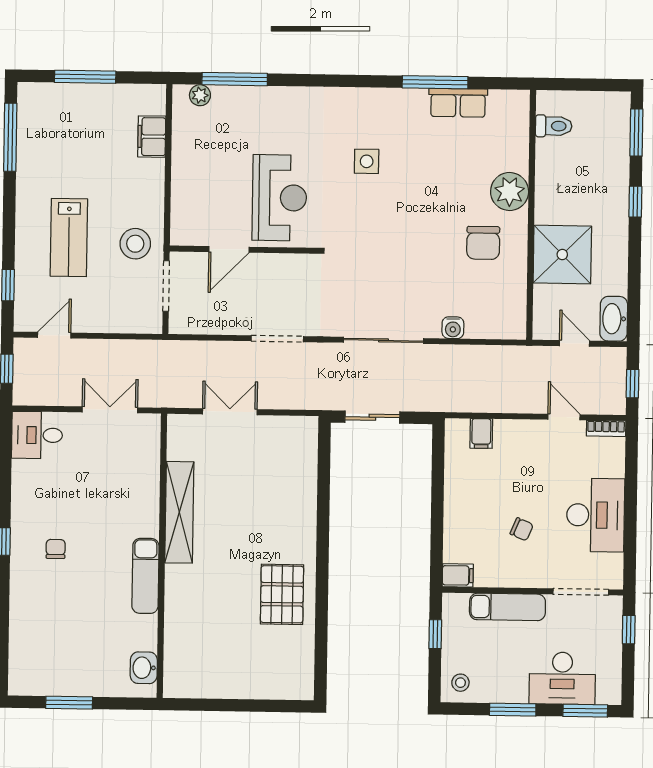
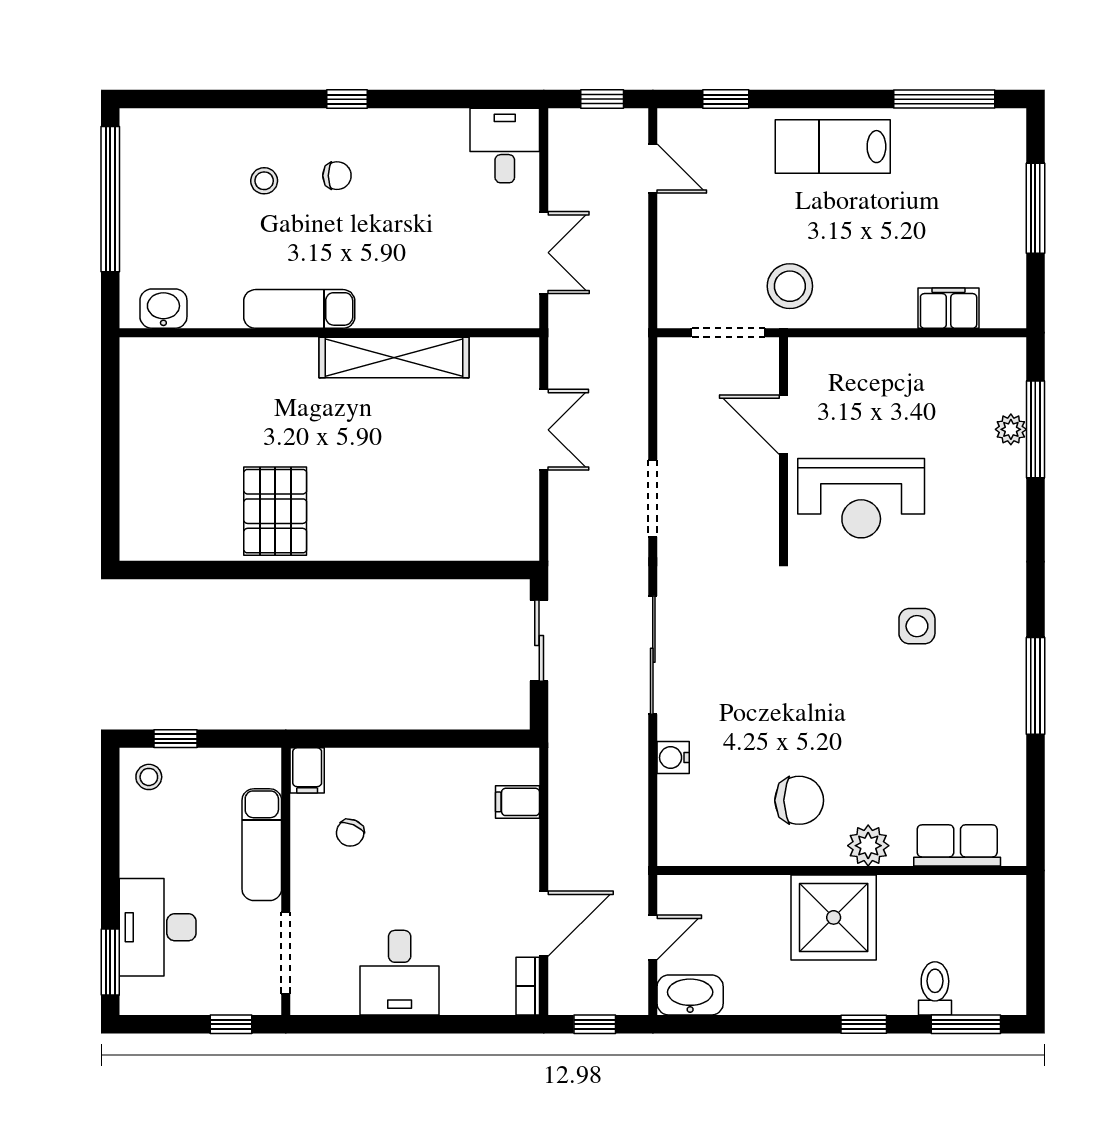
window: (435, 82) -> (1035, 686), moved
plant: (200, 95) -> (1011, 429), moved
row of seats: (458, 103) -> (957, 845), moved, turned 90
toilet: (554, 126) -> (935, 988), moved, turned 180
plant: (510, 192) -> (868, 846), width x0.73, depth x0.73
lab bench: (69, 238) -> (833, 147), moved
chair: (483, 243) -> (799, 800), turned 180
shower: (562, 254) -> (834, 917), moved
door: (564, 417) -> (544, 924), width x1.38
desk: (596, 515) -> (400, 973), width x0.73
chair: (522, 529) -> (350, 833), moved
pallet: (282, 594) -> (275, 511), turned 90
stool: (58, 598) -> (264, 181), added
window: (435, 634) -> (176, 739), moved
window: (69, 703) -> (110, 199), width x2.11
window: (513, 710) -> (110, 855), removed

